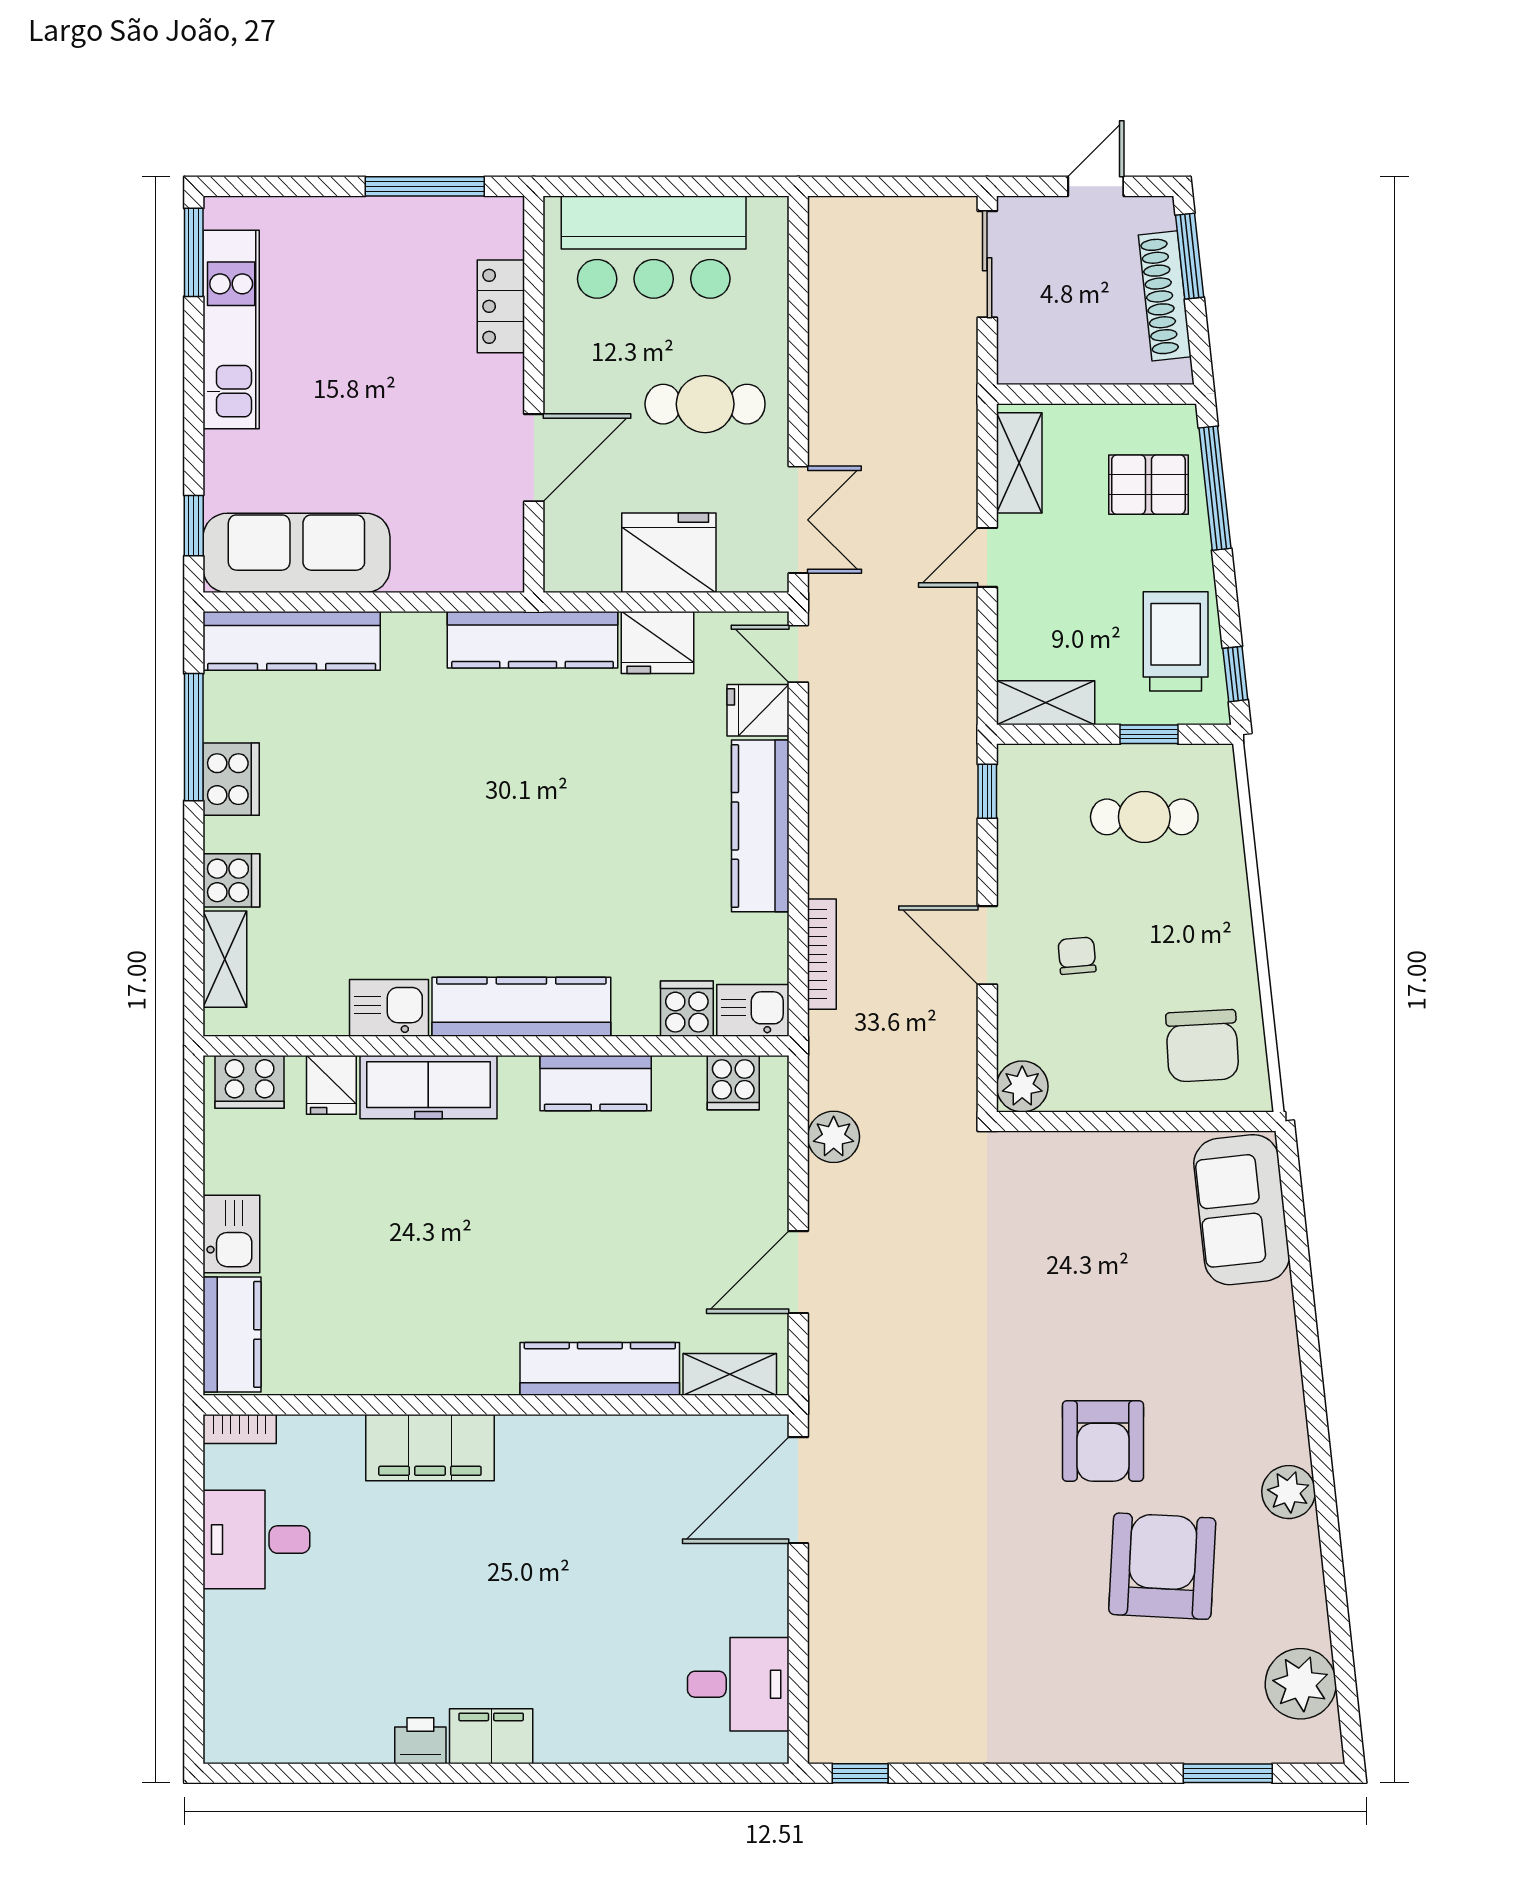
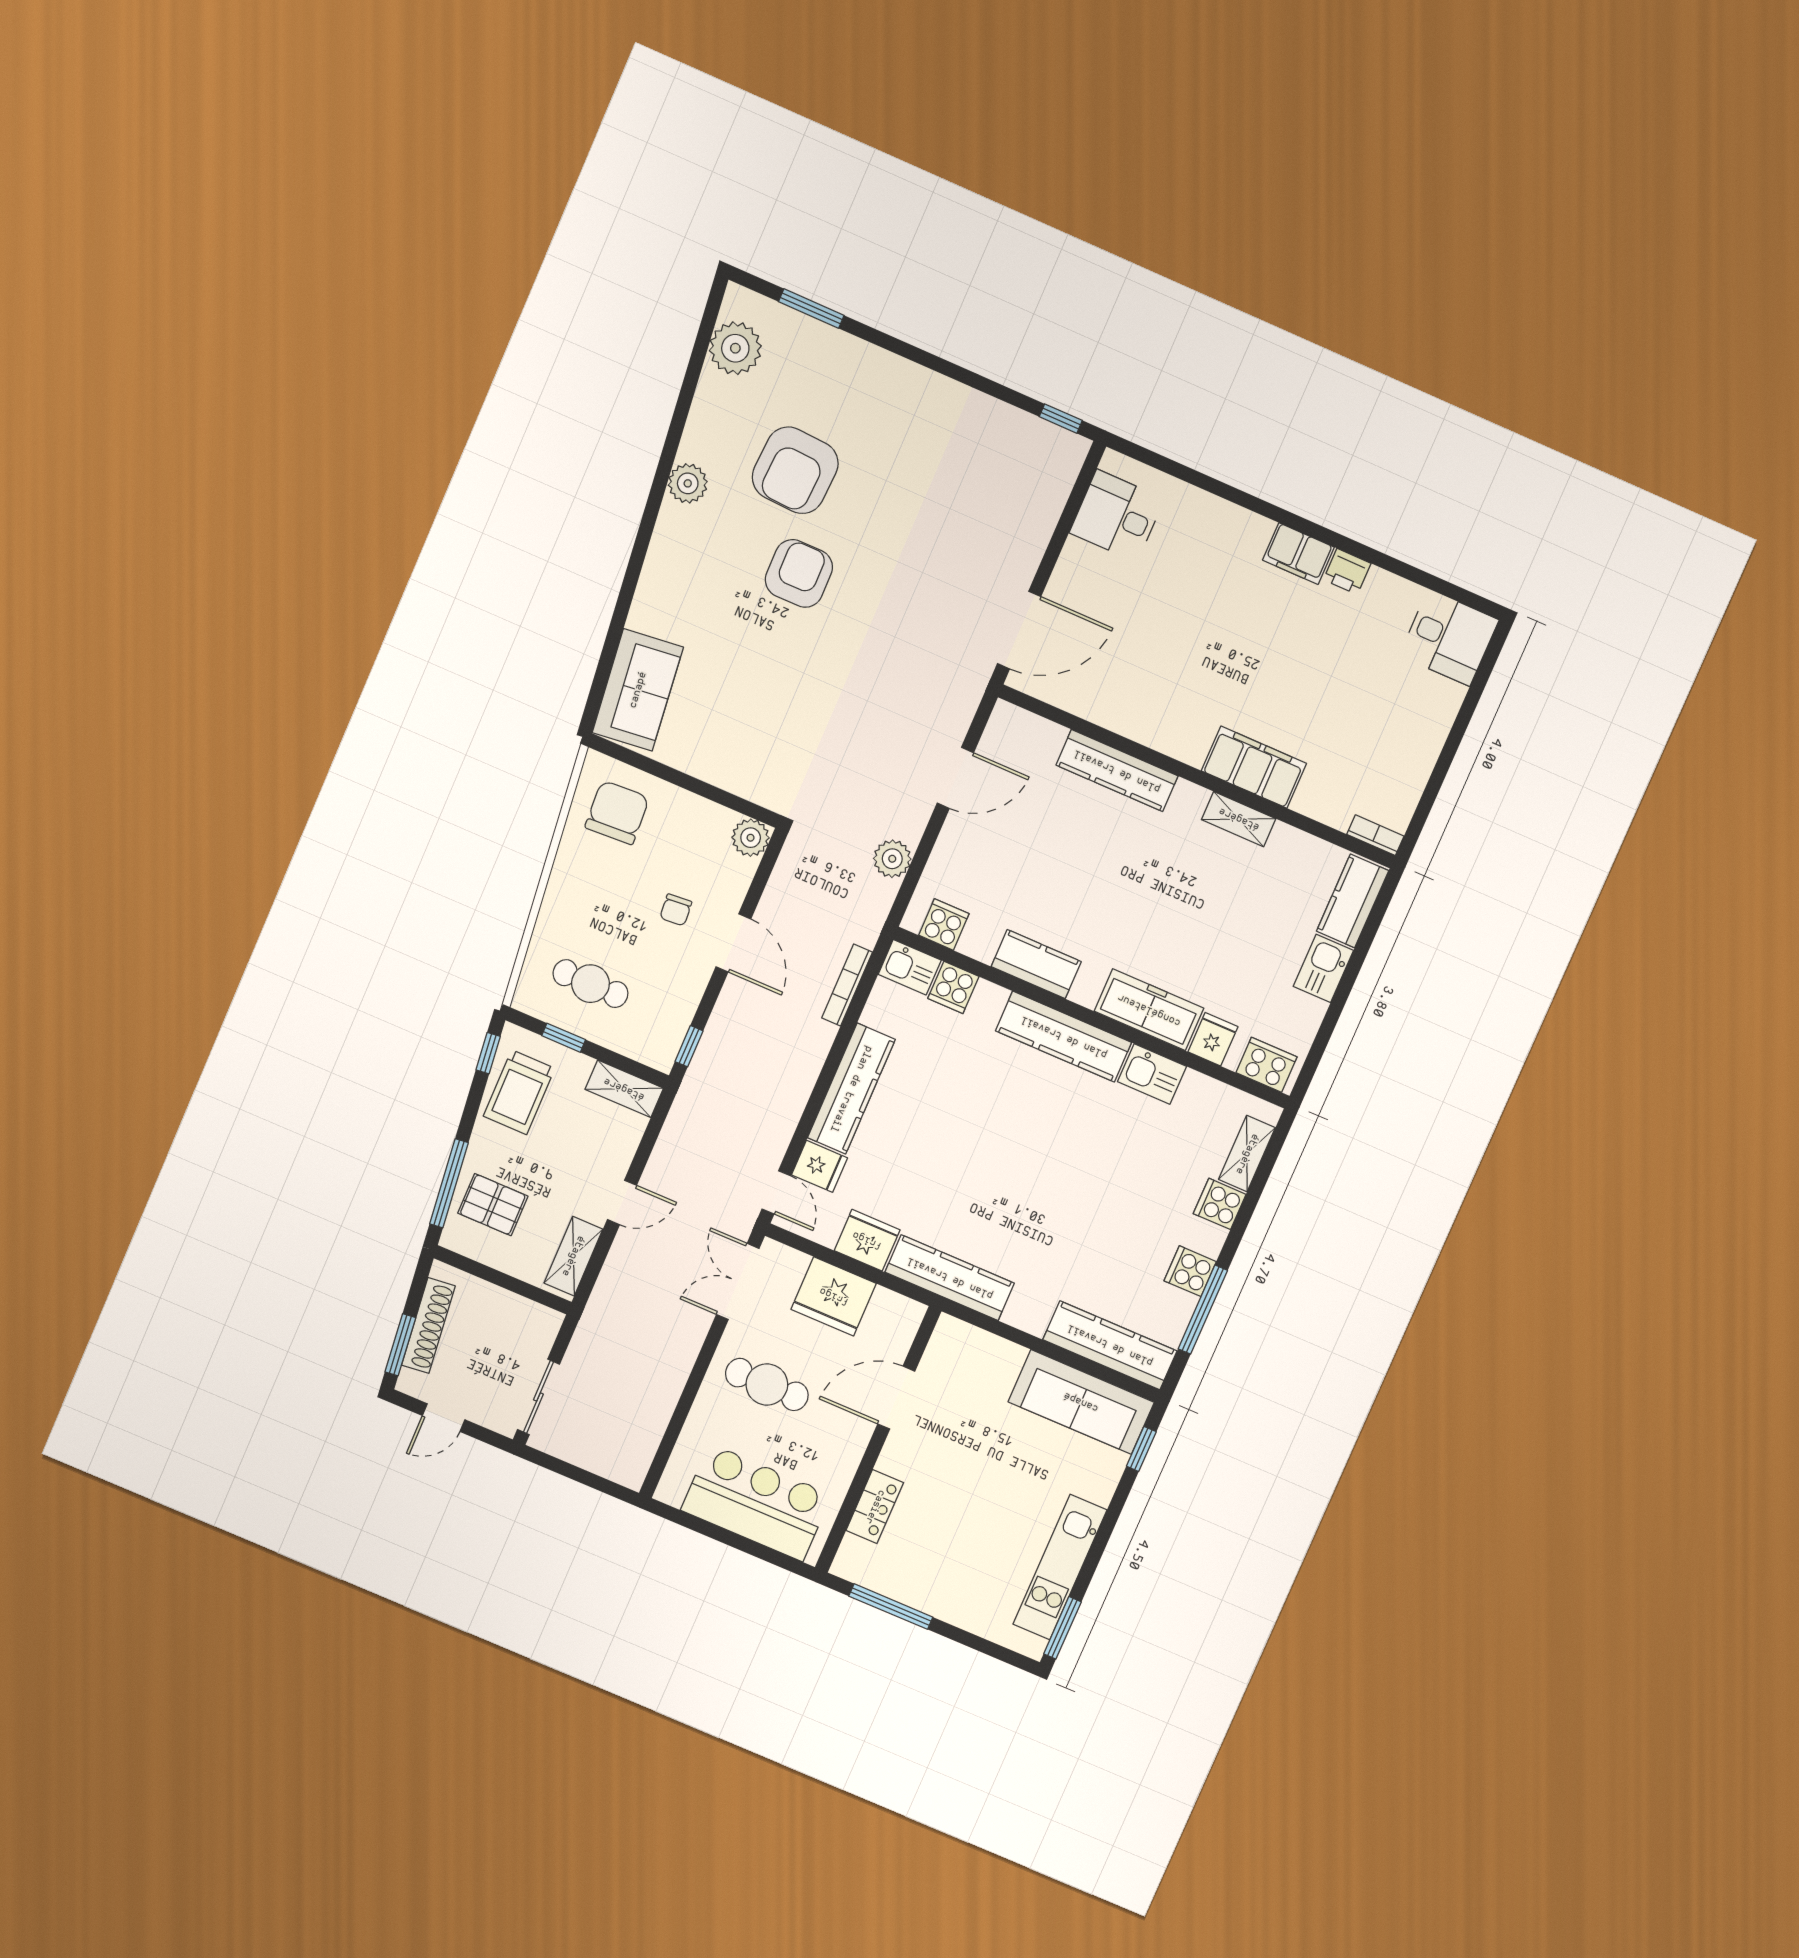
cooker: (231, 779) -> (1190, 1271), width x0.73
shelving: (730, 1374) -> (1239, 819), moved
desk: (256, 1540) -> (1449, 638), moved

